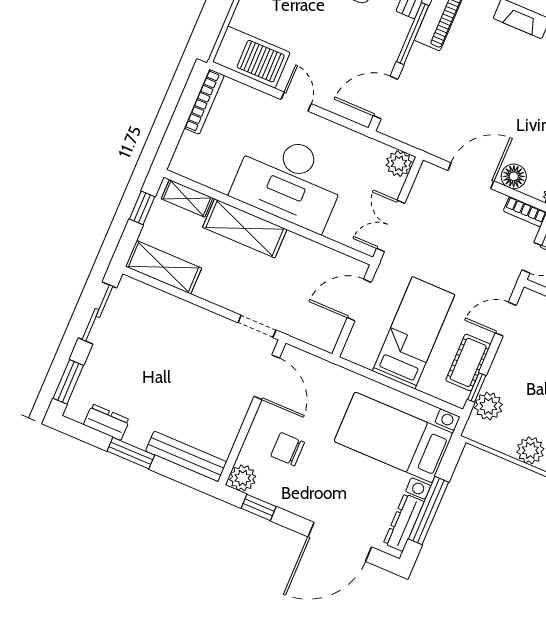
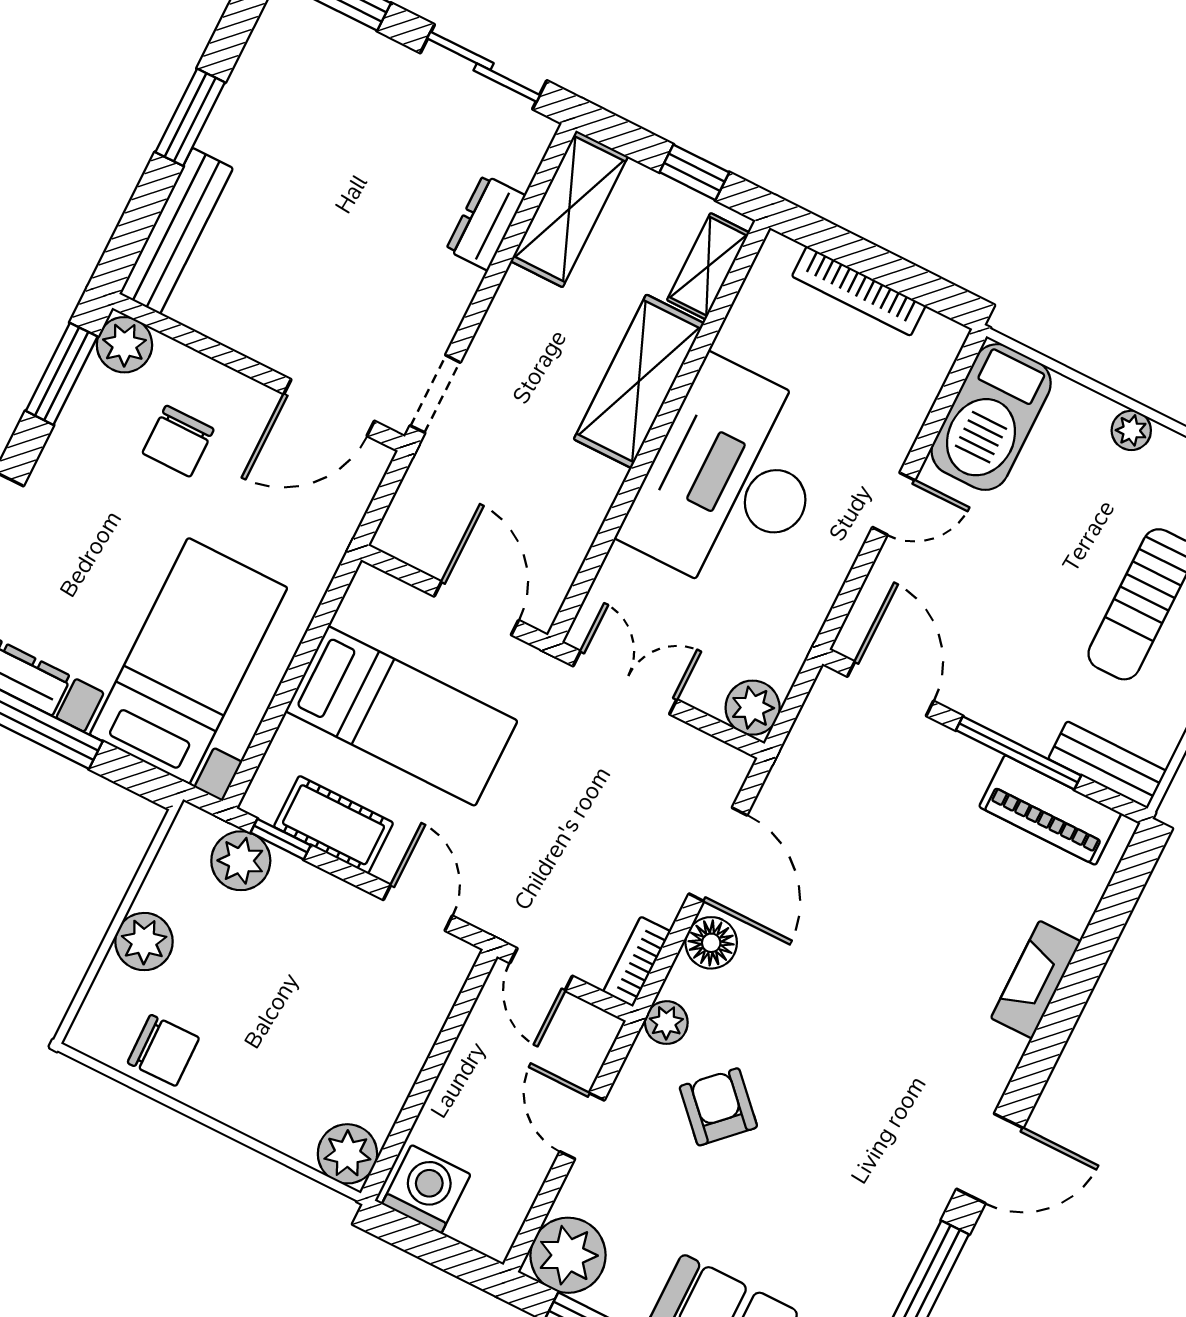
bookcase: (204, 102) -> (859, 291), moved
dresser: (106, 422) -> (486, 223), moved, turned 180
chair: (288, 449) -> (178, 441), turned 180
window: (259, 507) -> (62, 374), width x1.50

